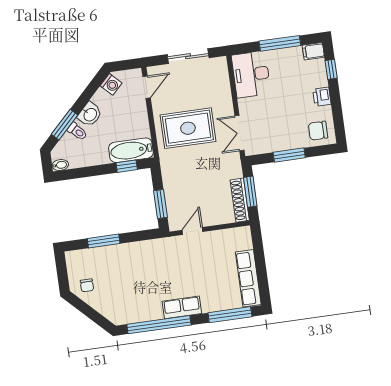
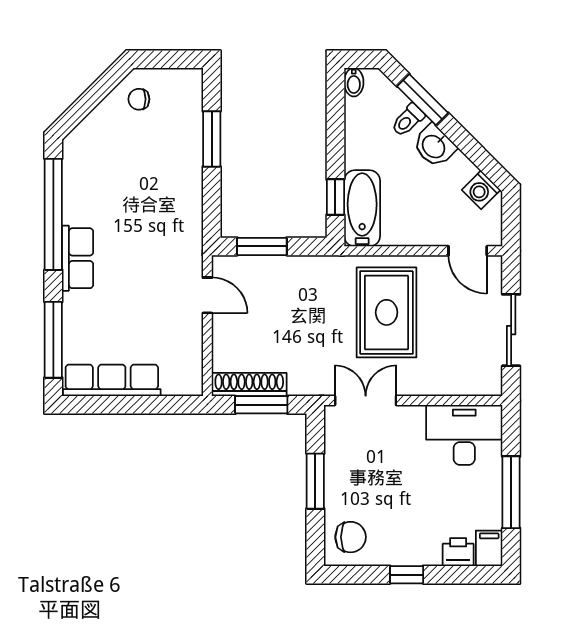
window: (331, 69) -> (407, 575), moved
printer: (322, 97) -> (458, 552), moved
chair: (318, 131) -> (351, 537), turned 90

